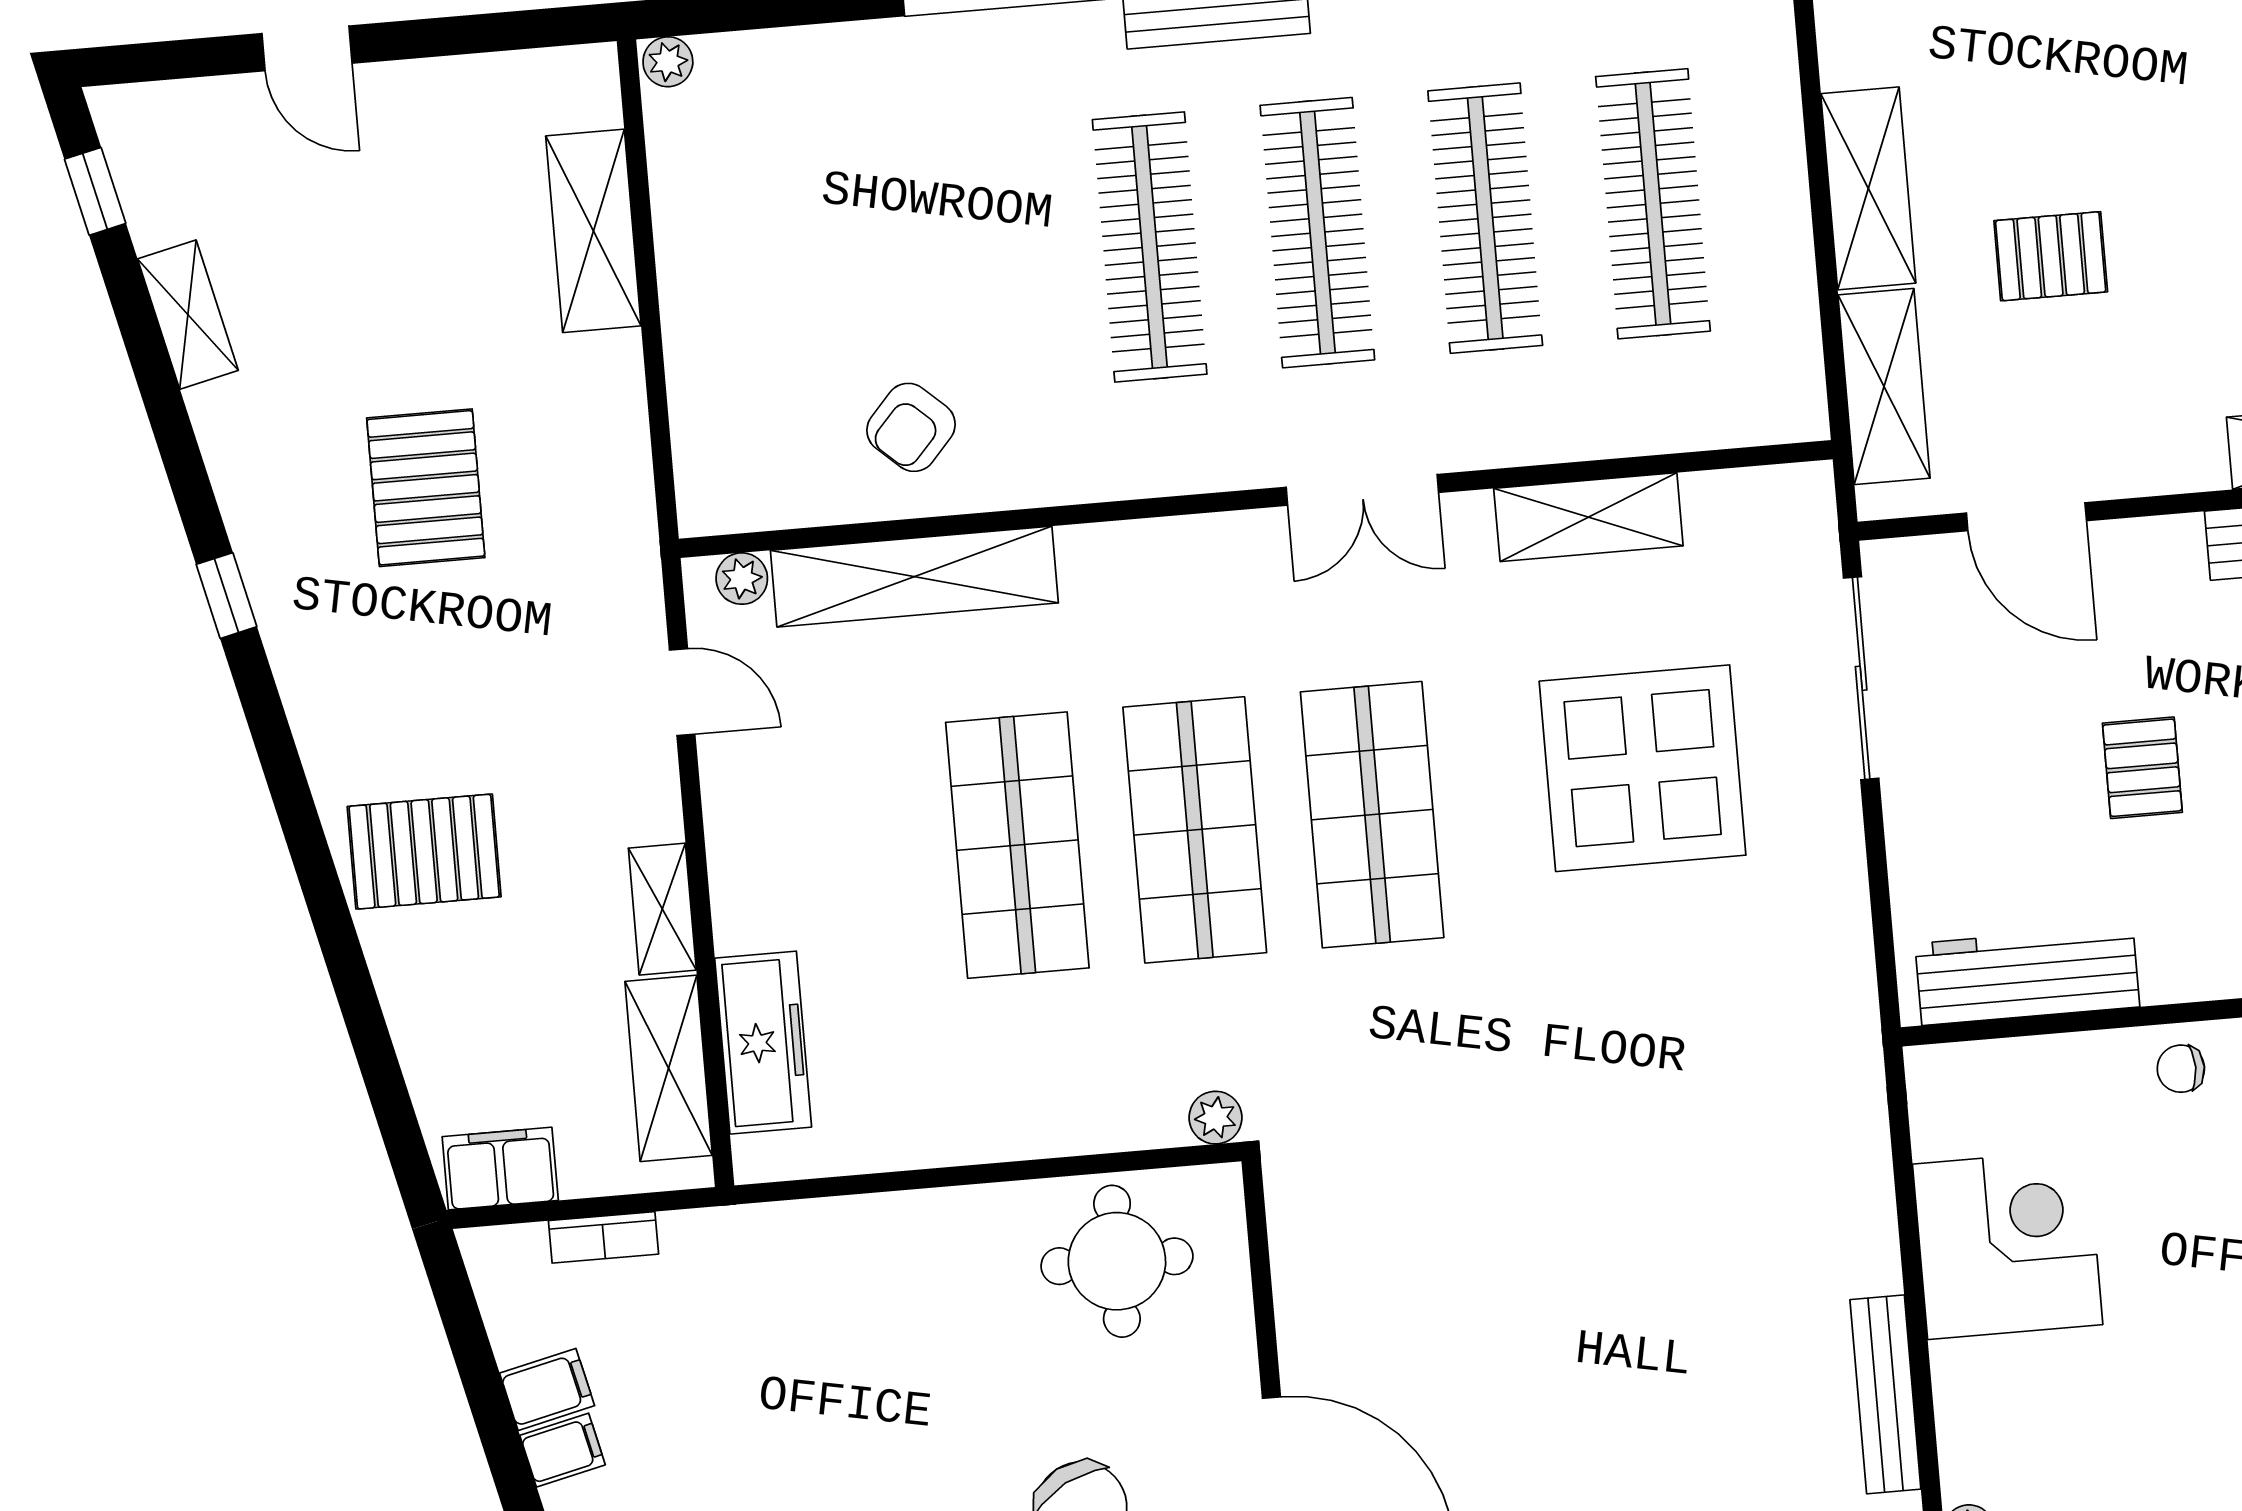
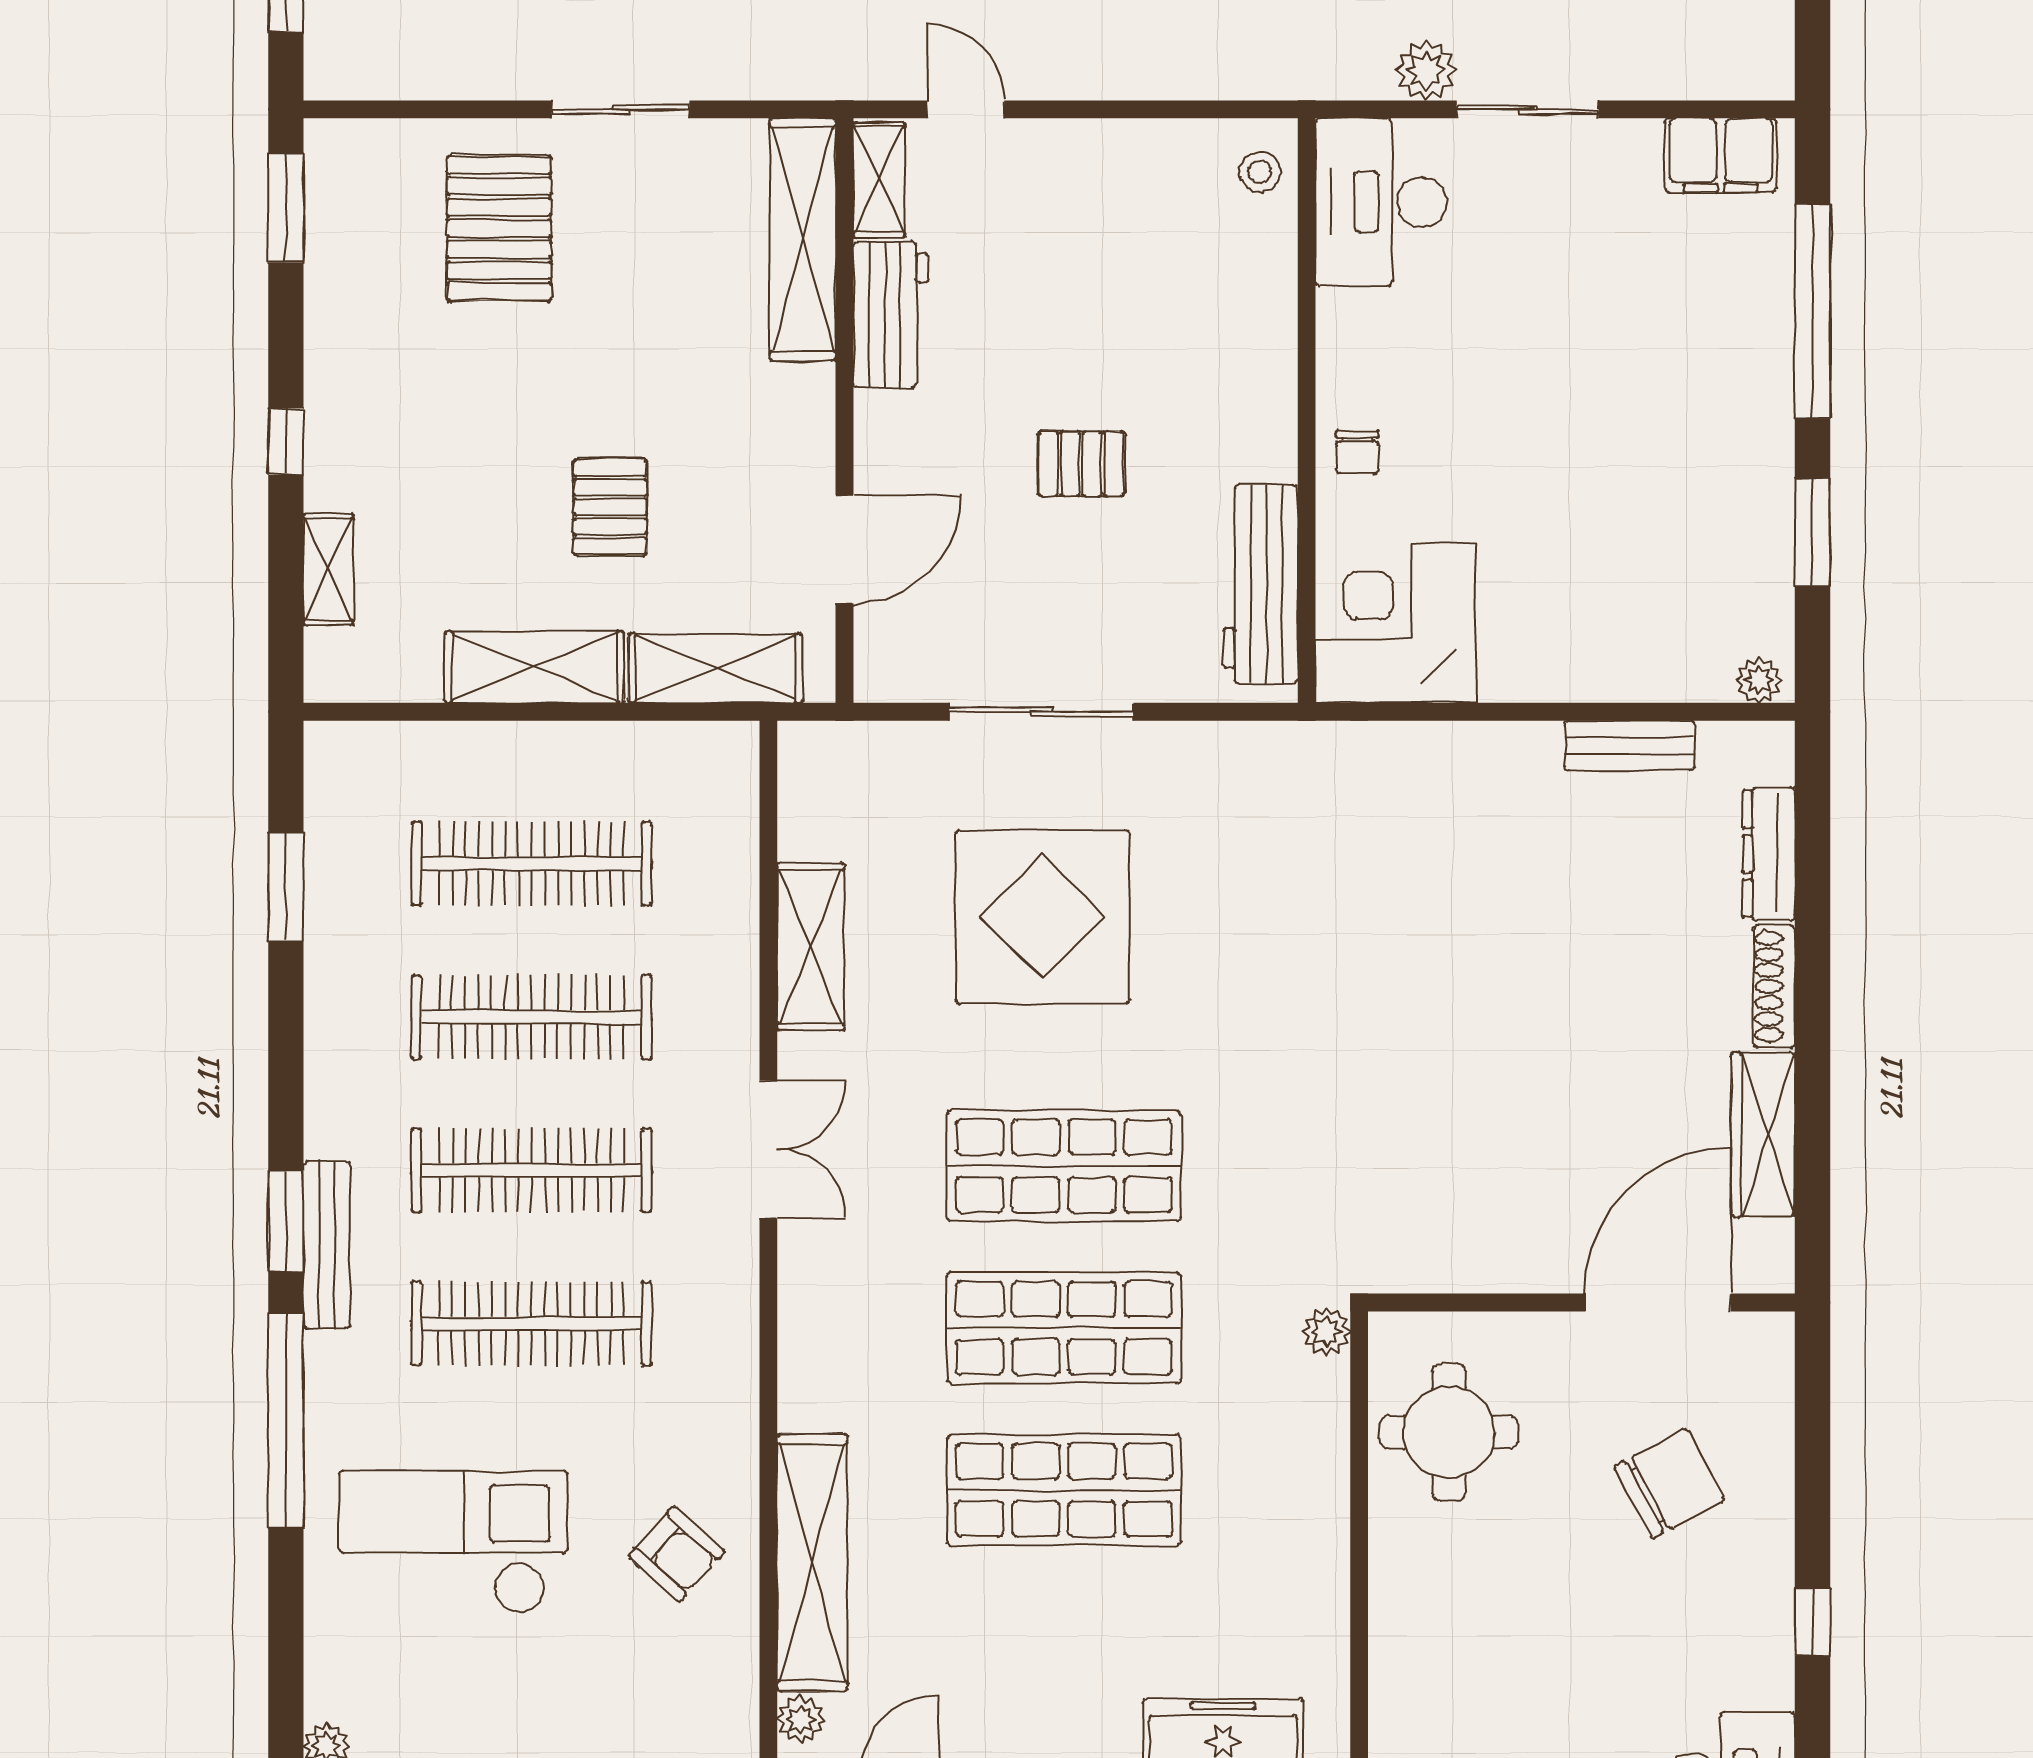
checkout: (903, 182) -> (453, 1542), added
sliding door: (1861, 678) -> (1041, 712), moved
corner desk: (2008, 1244) -> (1395, 623), moved
bench: (1885, 1394) -> (1629, 745), width x0.73

